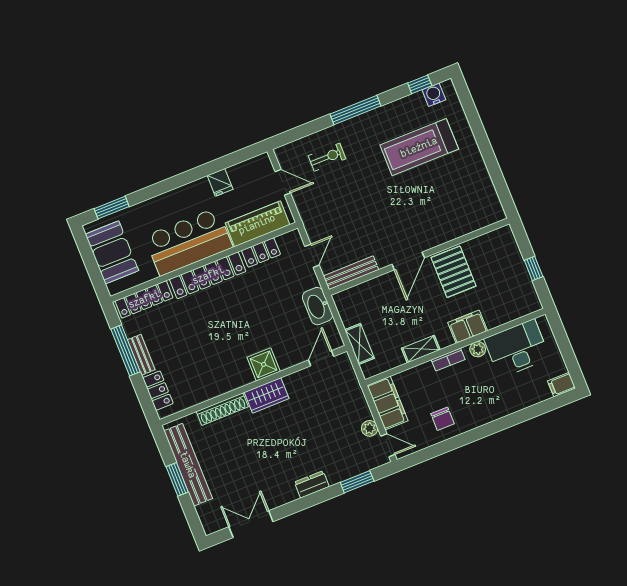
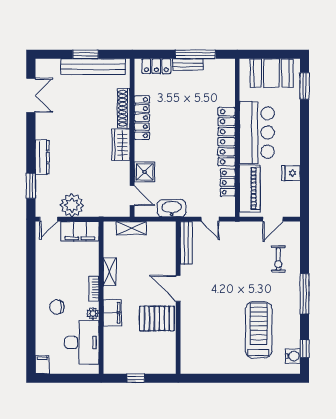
locker: (144, 299) -> (142, 118), moved, turned 180
shower: (264, 364) -> (145, 172), moved
chair: (443, 419) -> (57, 307), moved
plant: (370, 428) -> (72, 205), width x1.87, depth x1.87
dresser: (312, 484) -> (42, 157), width x1.44

